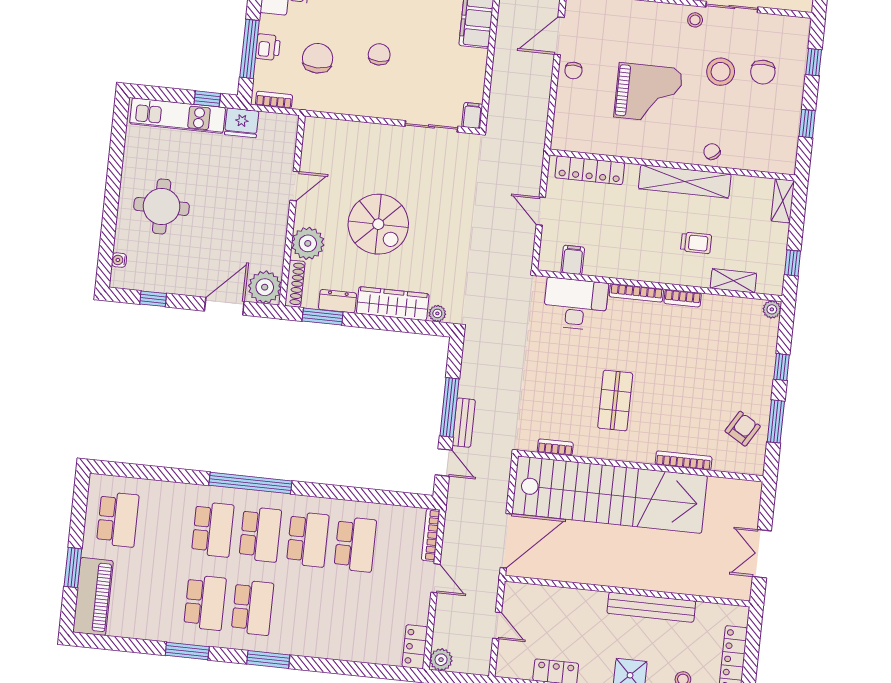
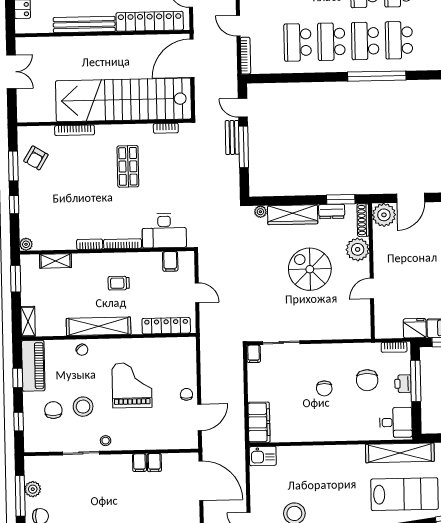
grand piano: (648, 93) -> (132, 385), turned 90
piano: (783, 138) -> (33, 366), added
trolley: (696, 243) -> (119, 283), moved
window: (792, 263) -> (16, 279), width x1.50
locker: (559, 600) -> (150, 21), added

